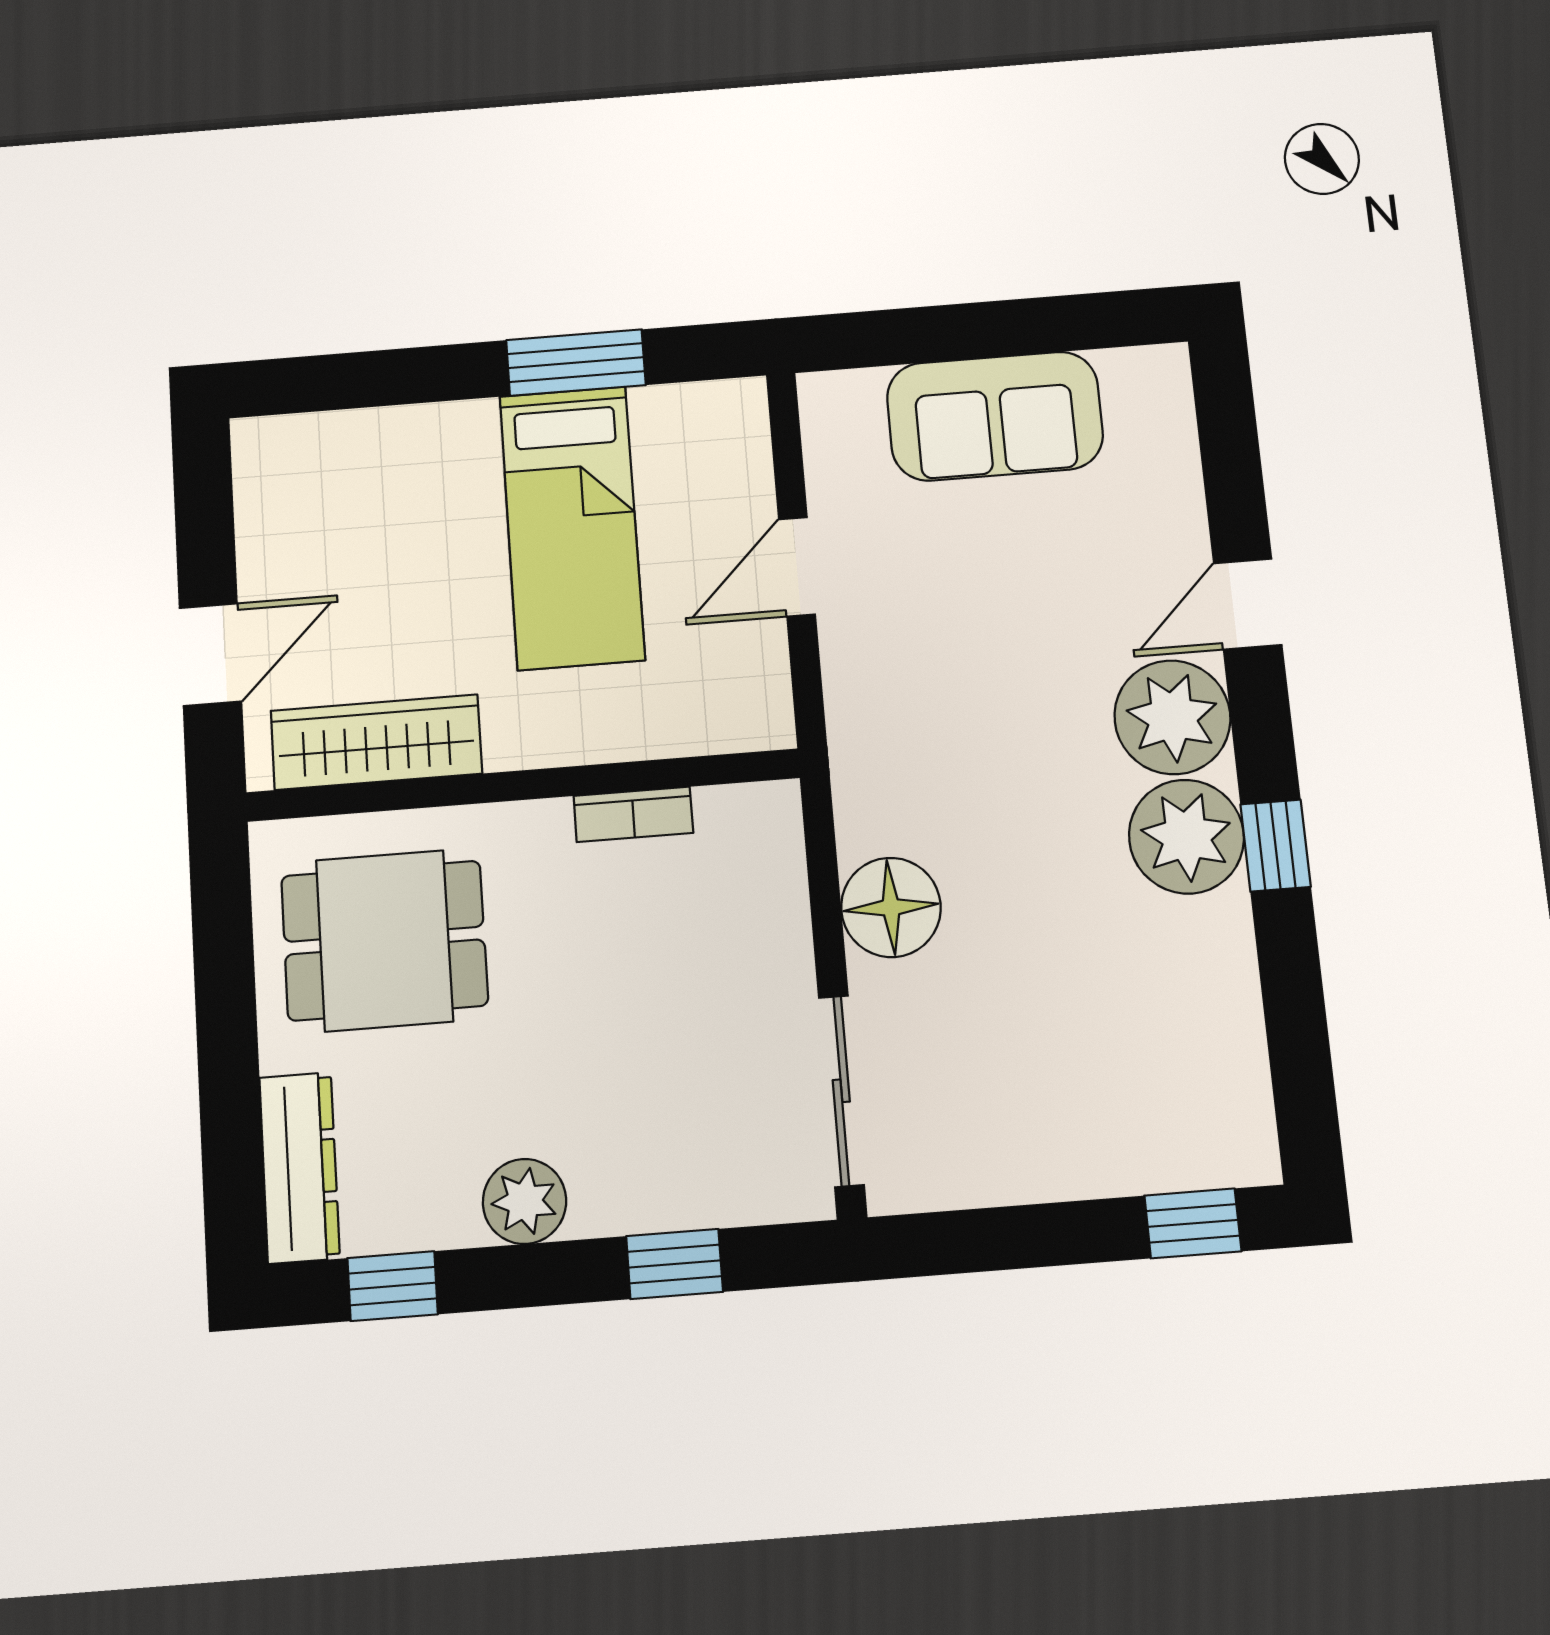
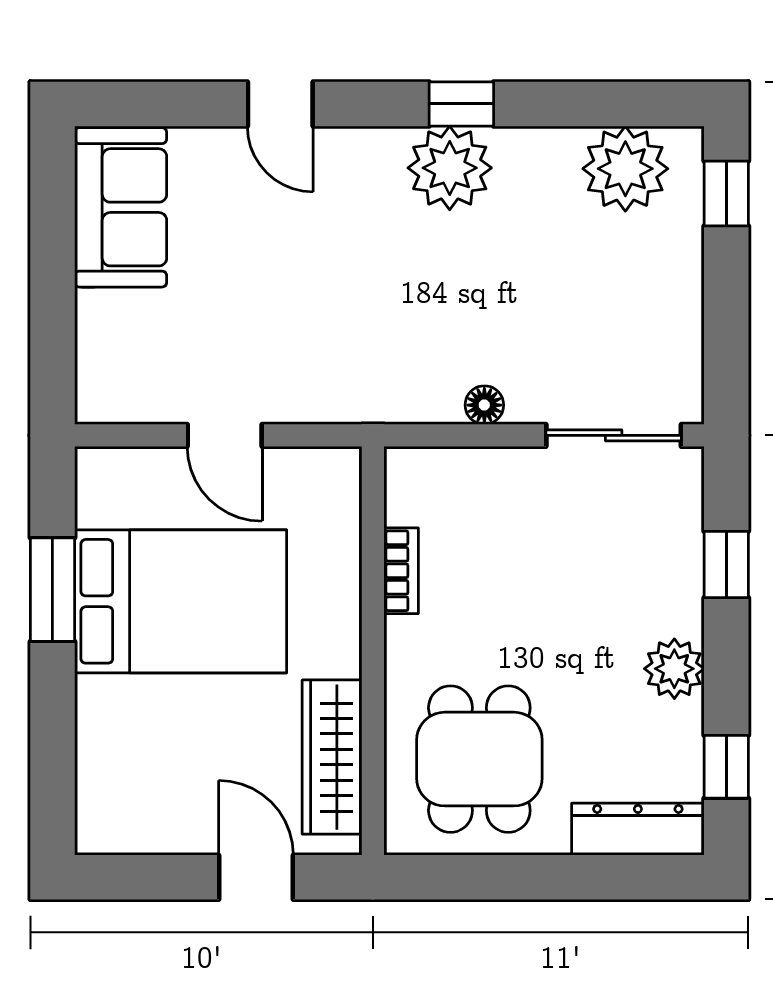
sofa: (995, 416) -> (121, 207), moved
bed: (572, 527) -> (181, 601), width x1.50
plant: (1172, 717) -> (625, 169), moved
floor lamp: (891, 907) -> (484, 405), width x0.53, depth x0.53

